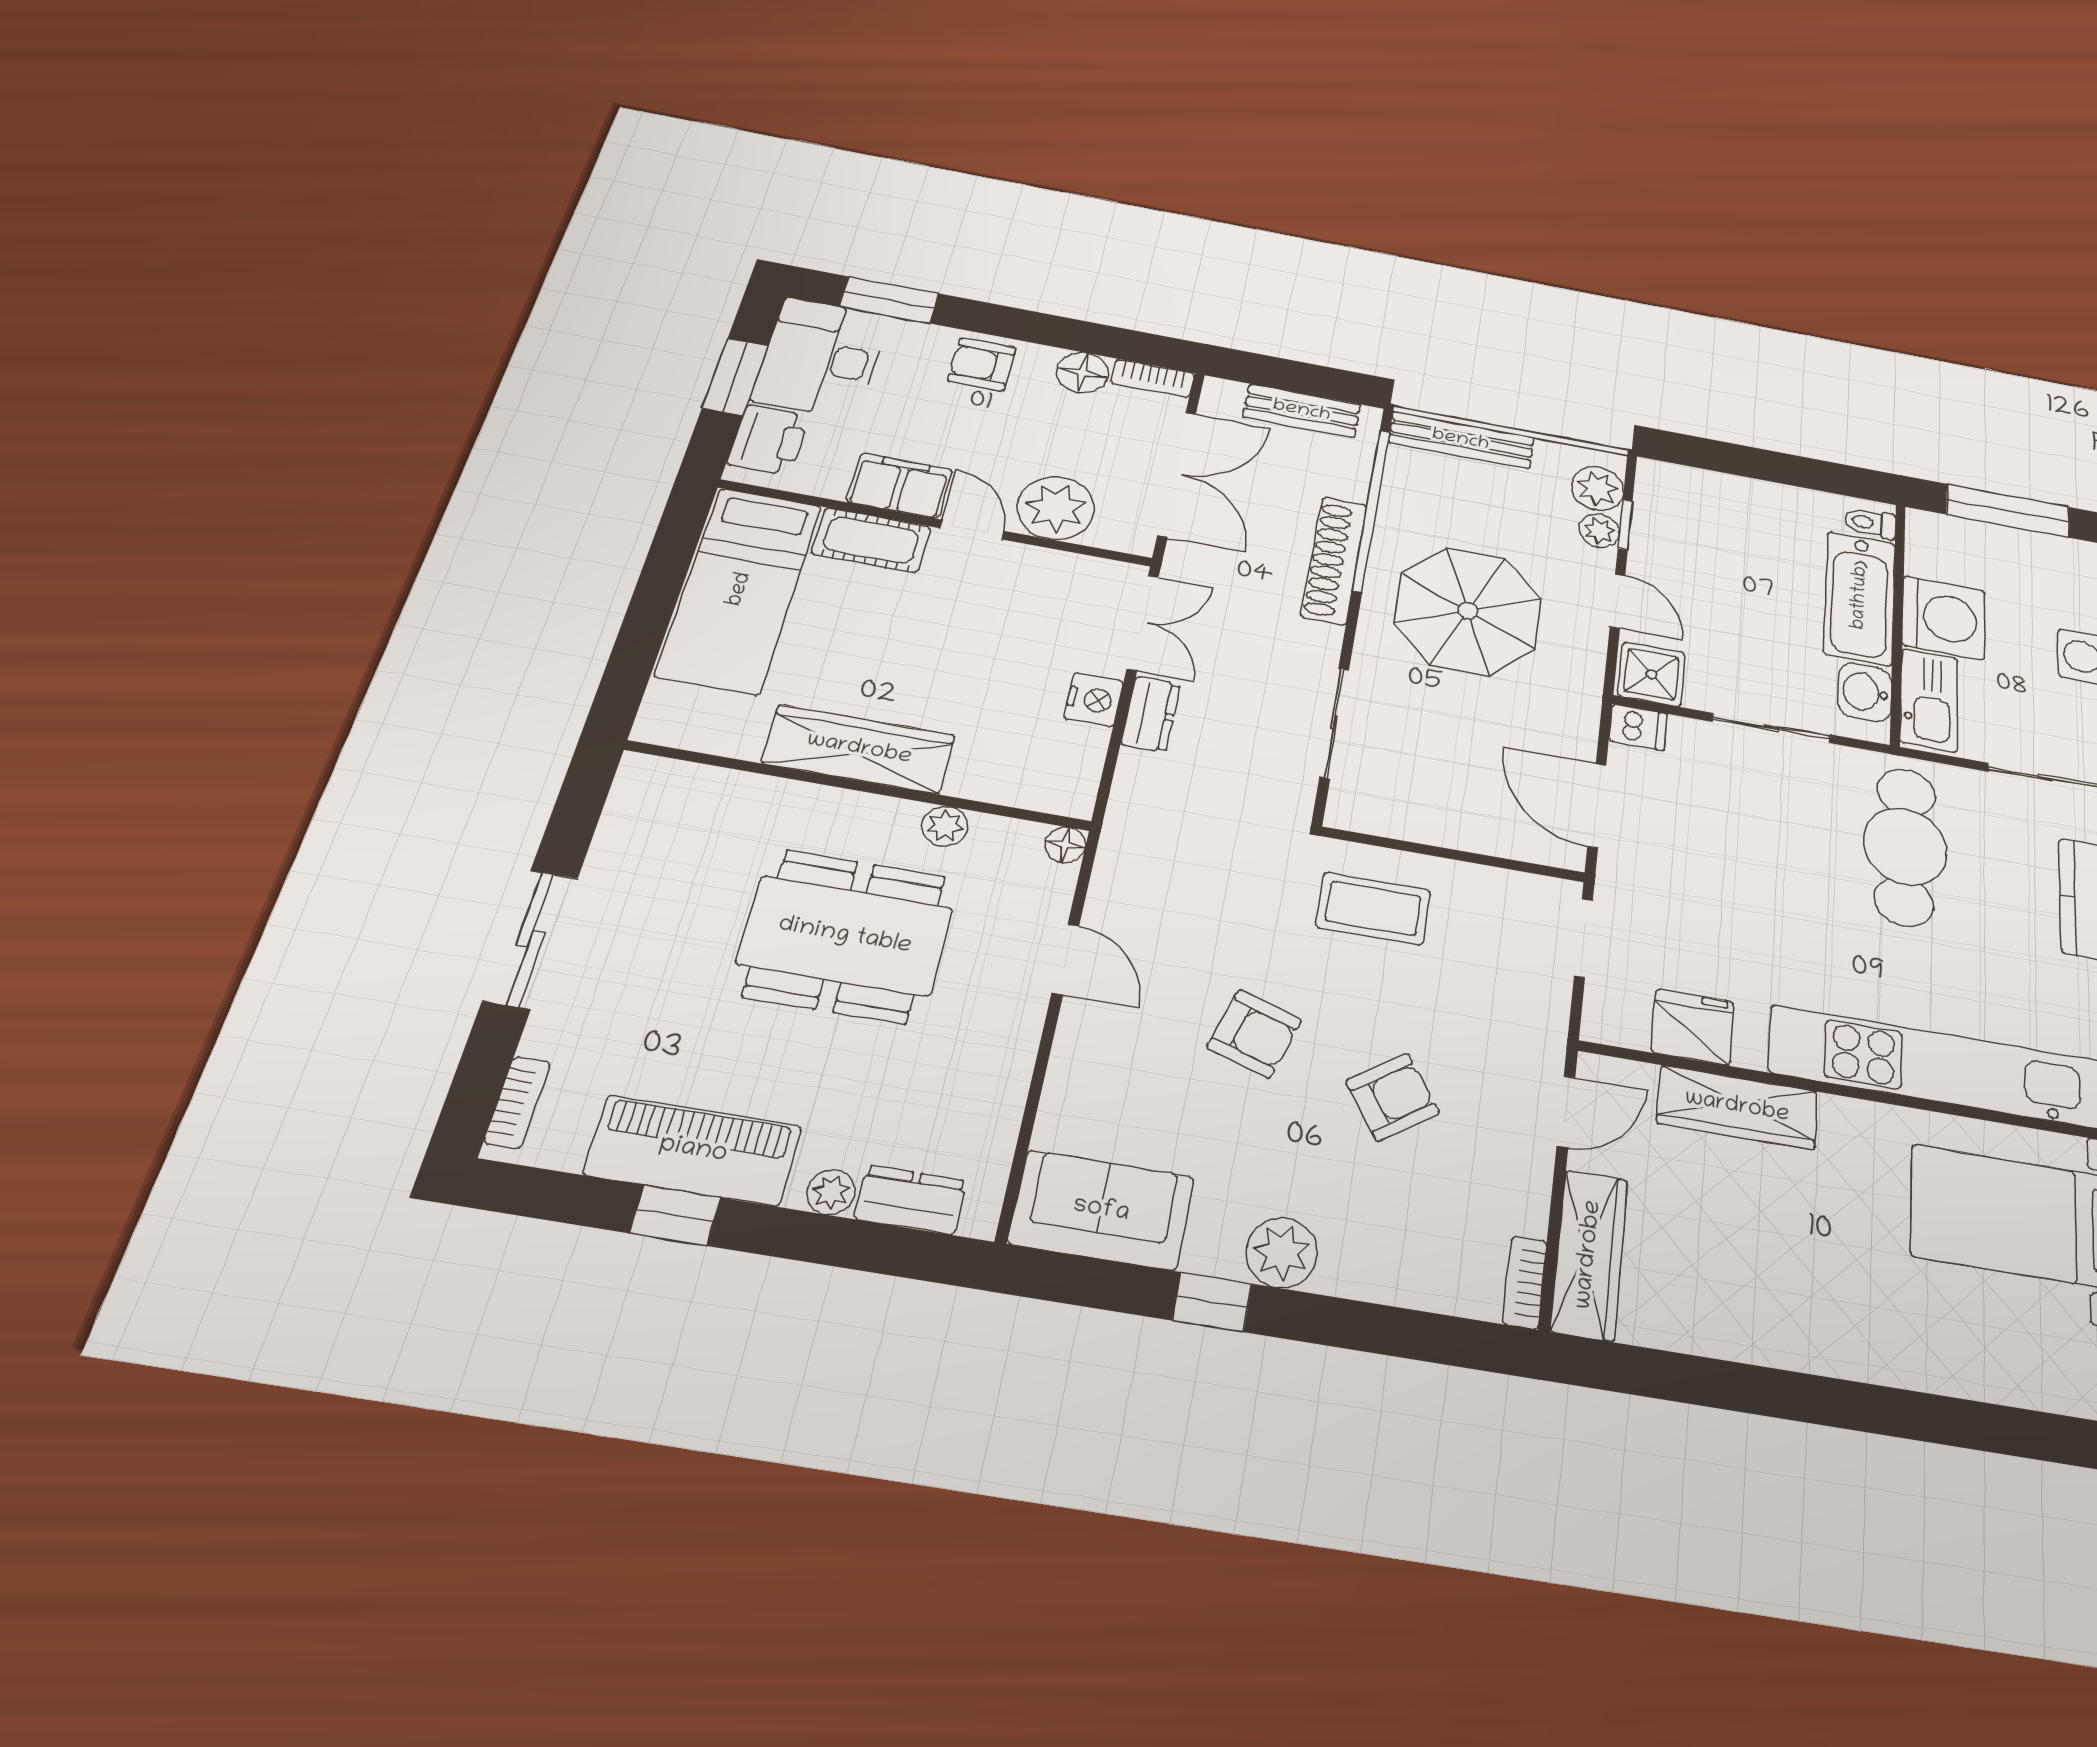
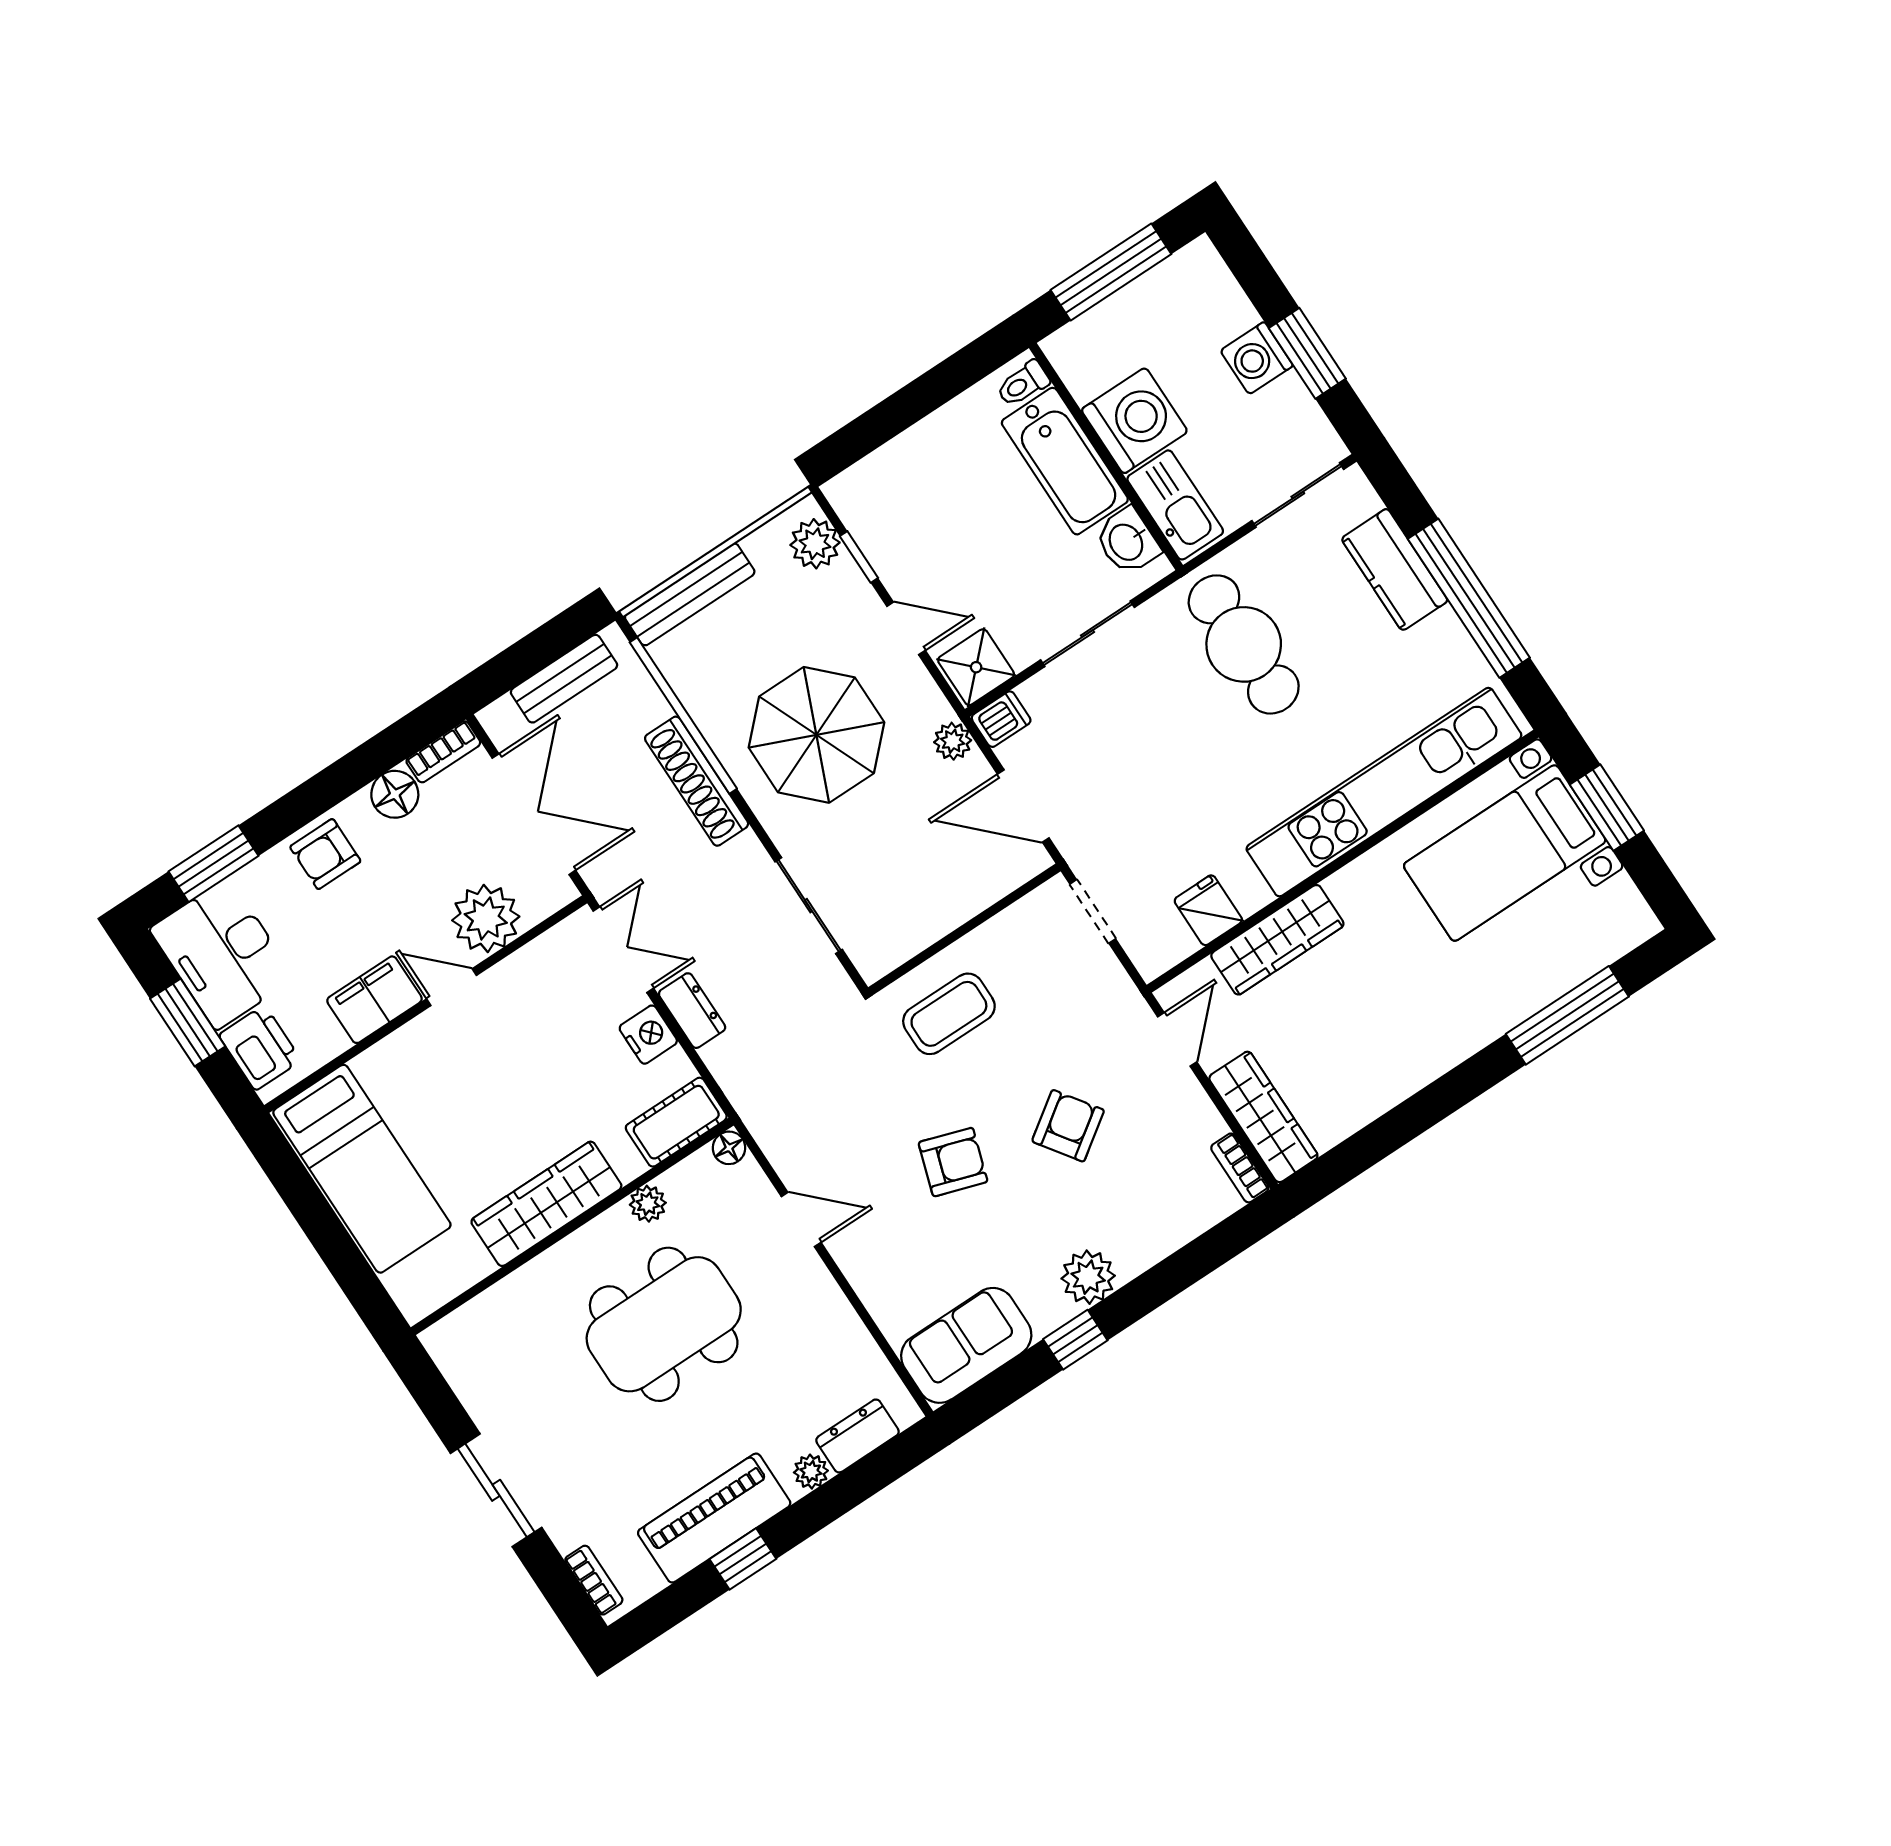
plant: (1600, 531) -> (953, 741), moved
cot: (871, 540) -> (676, 1122), moved
fridge: (1693, 1027) -> (1208, 910), width x0.72
window: (1977, 1426) -> (1567, 1015), added

